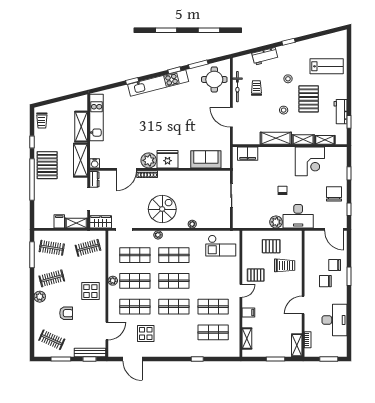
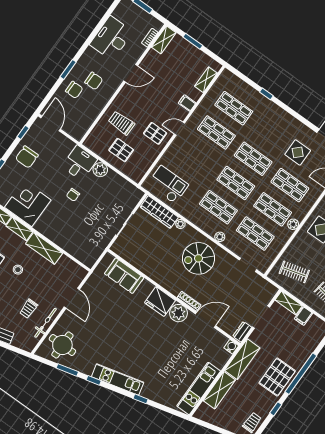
kitchen unit: (158, 83) -> (118, 379), width x0.73
filing cabinet: (248, 154) -> (81, 253), removed
desk: (298, 216) -> (79, 163), width x0.73
wardrobe: (101, 222) -> (159, 212), moved, width x1.50

